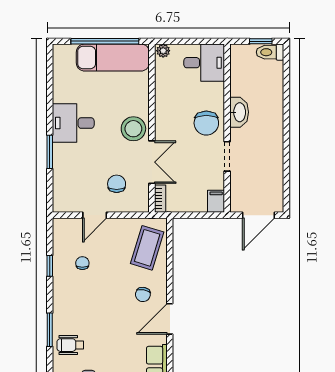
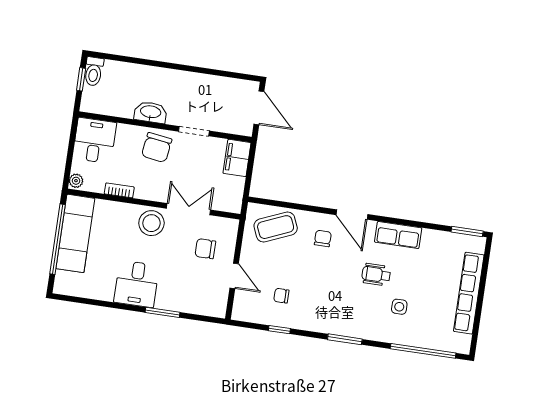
chair: (206, 123) -> (157, 147), turned 98
bookcase: (160, 199) -> (119, 190), moved
filing cabinet: (216, 201) -> (237, 158), width x2.00
coffee table: (147, 248) -> (276, 227), turned -40
chair: (143, 294) -> (323, 238), turned -101
wheelchair: (70, 345) -> (376, 275), moved, turned 90

